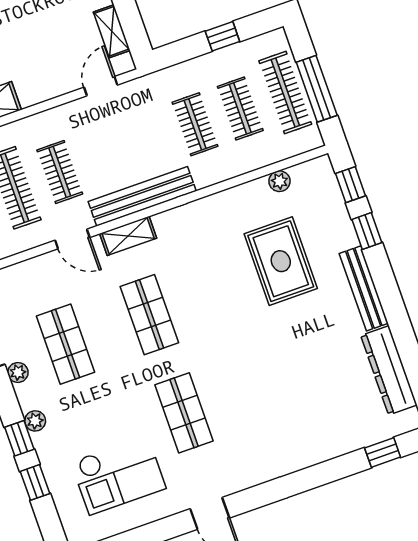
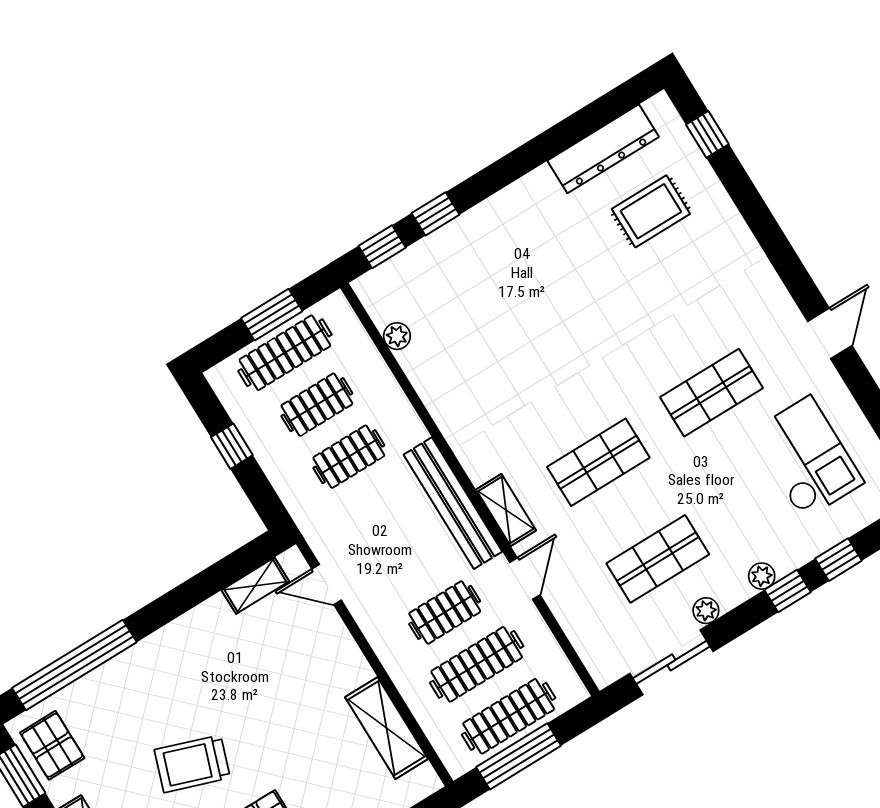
window: (317, 89) -> (272, 315), width x0.69
rug: (281, 261) -> (651, 211), moved, width x0.73, depth x0.70
bench: (364, 288) -> (508, 202), removed

